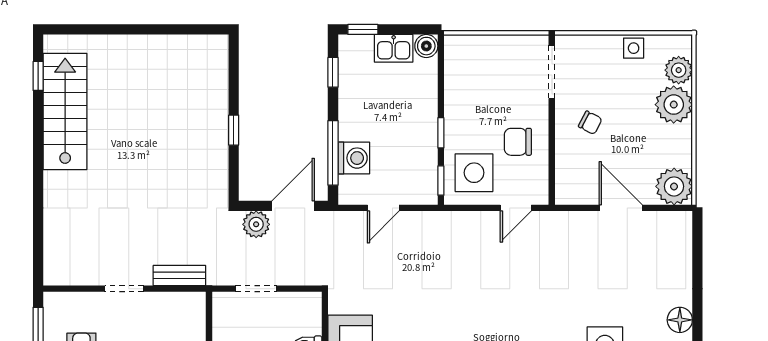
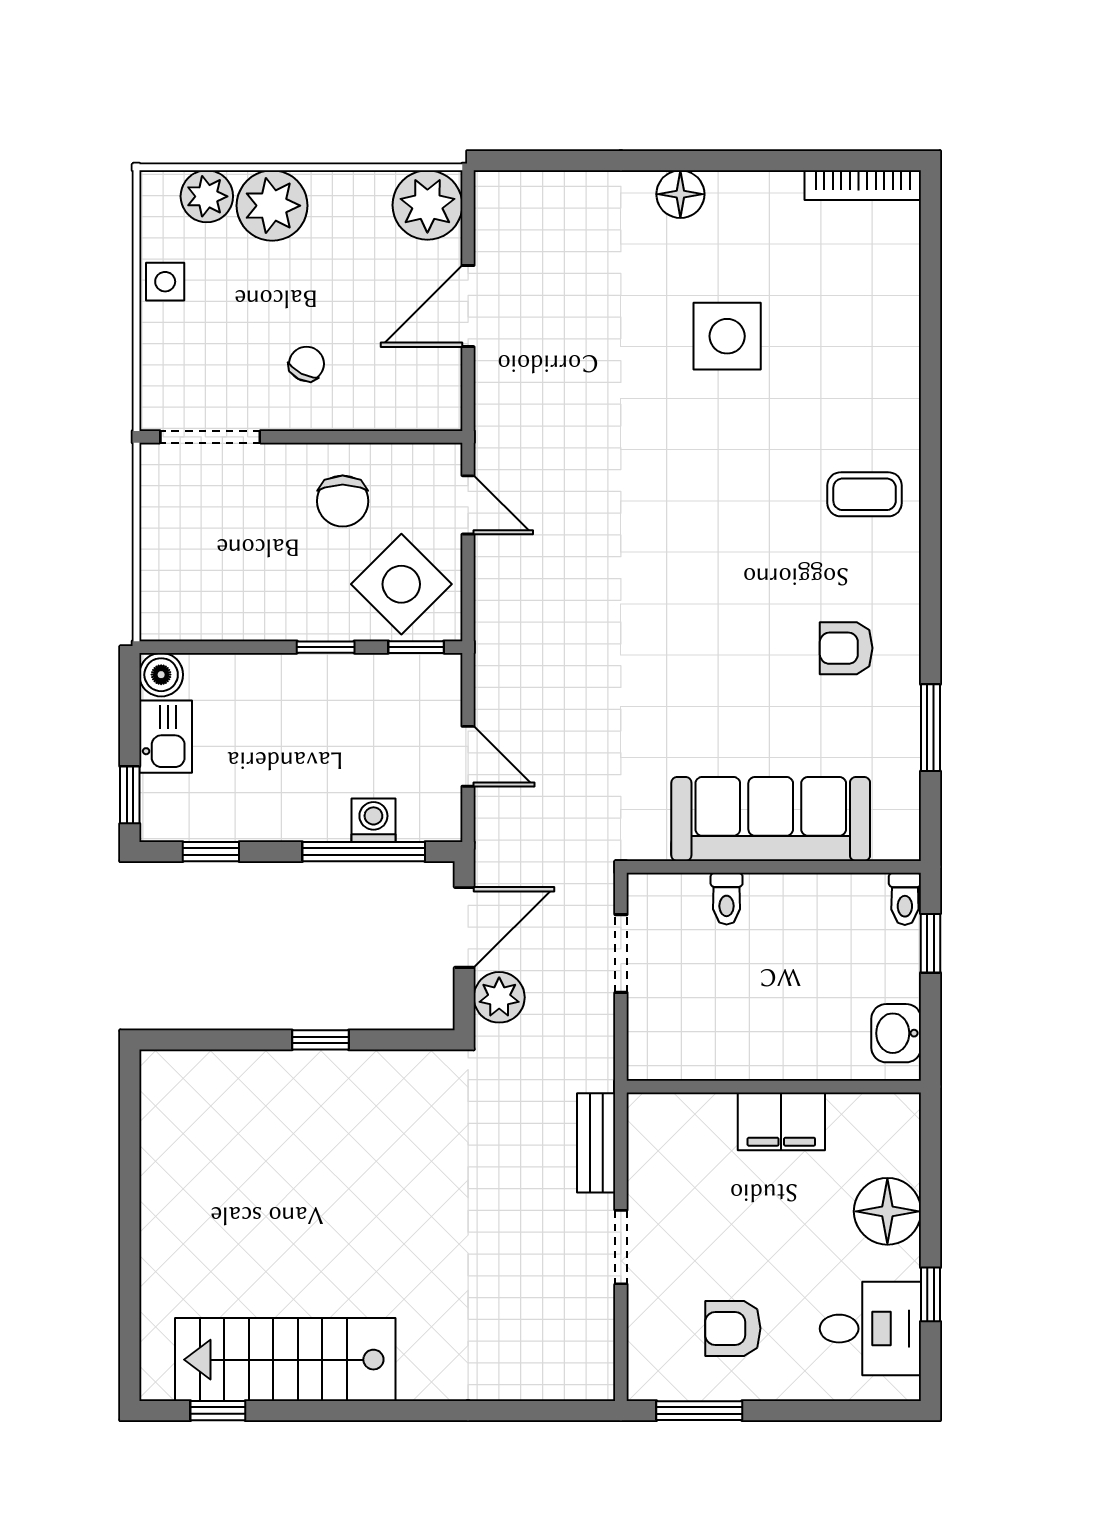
washing machine: (354, 158) -> (373, 820), width x0.73, depth x0.73
side table: (474, 173) -> (401, 584), turned 45
door: (293, 206) -> (464, 927), swing flipped
doorway: (256, 289) -> (621, 953), moved

